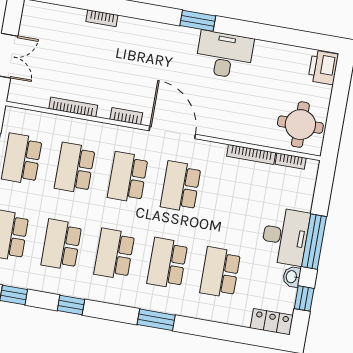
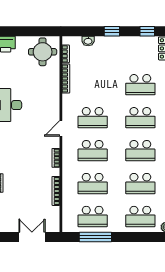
door: (172, 132) -> (61, 128), width x0.53
desk: (285, 236) -> (112, 49), removed
window: (314, 242) -> (112, 31), width x0.46
washbasin: (292, 277) -> (88, 41), moved

